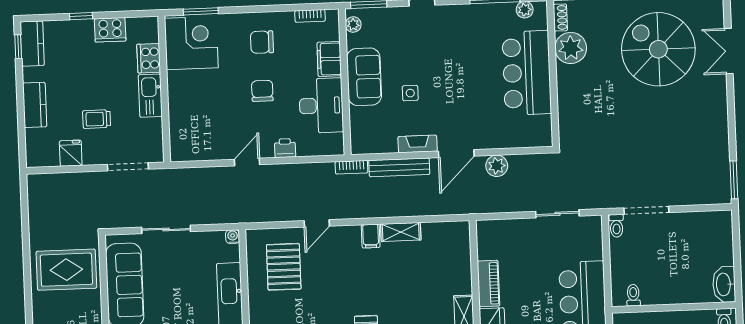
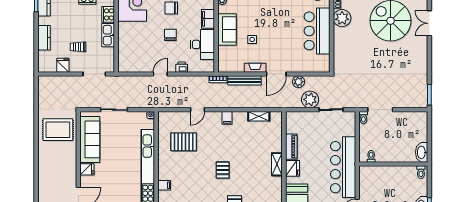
plant: (519, 197) -> (310, 99), added
shelving: (401, 232) -> (259, 116), moved
pallet: (284, 267) -> (184, 142), moved, turned 90

